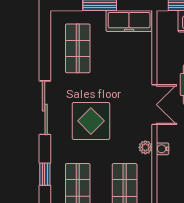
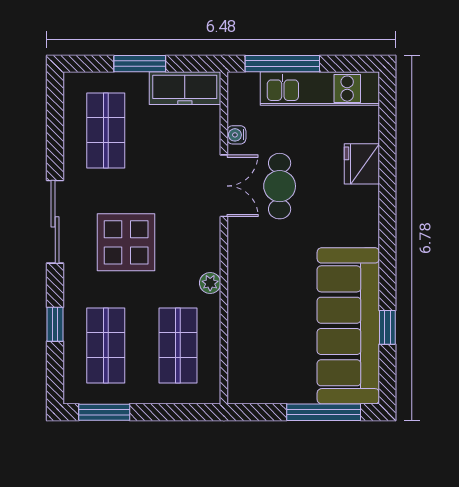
double door: (154, 105) -> (224, 186), moved
water cooler: (163, 149) -> (236, 135), moved

